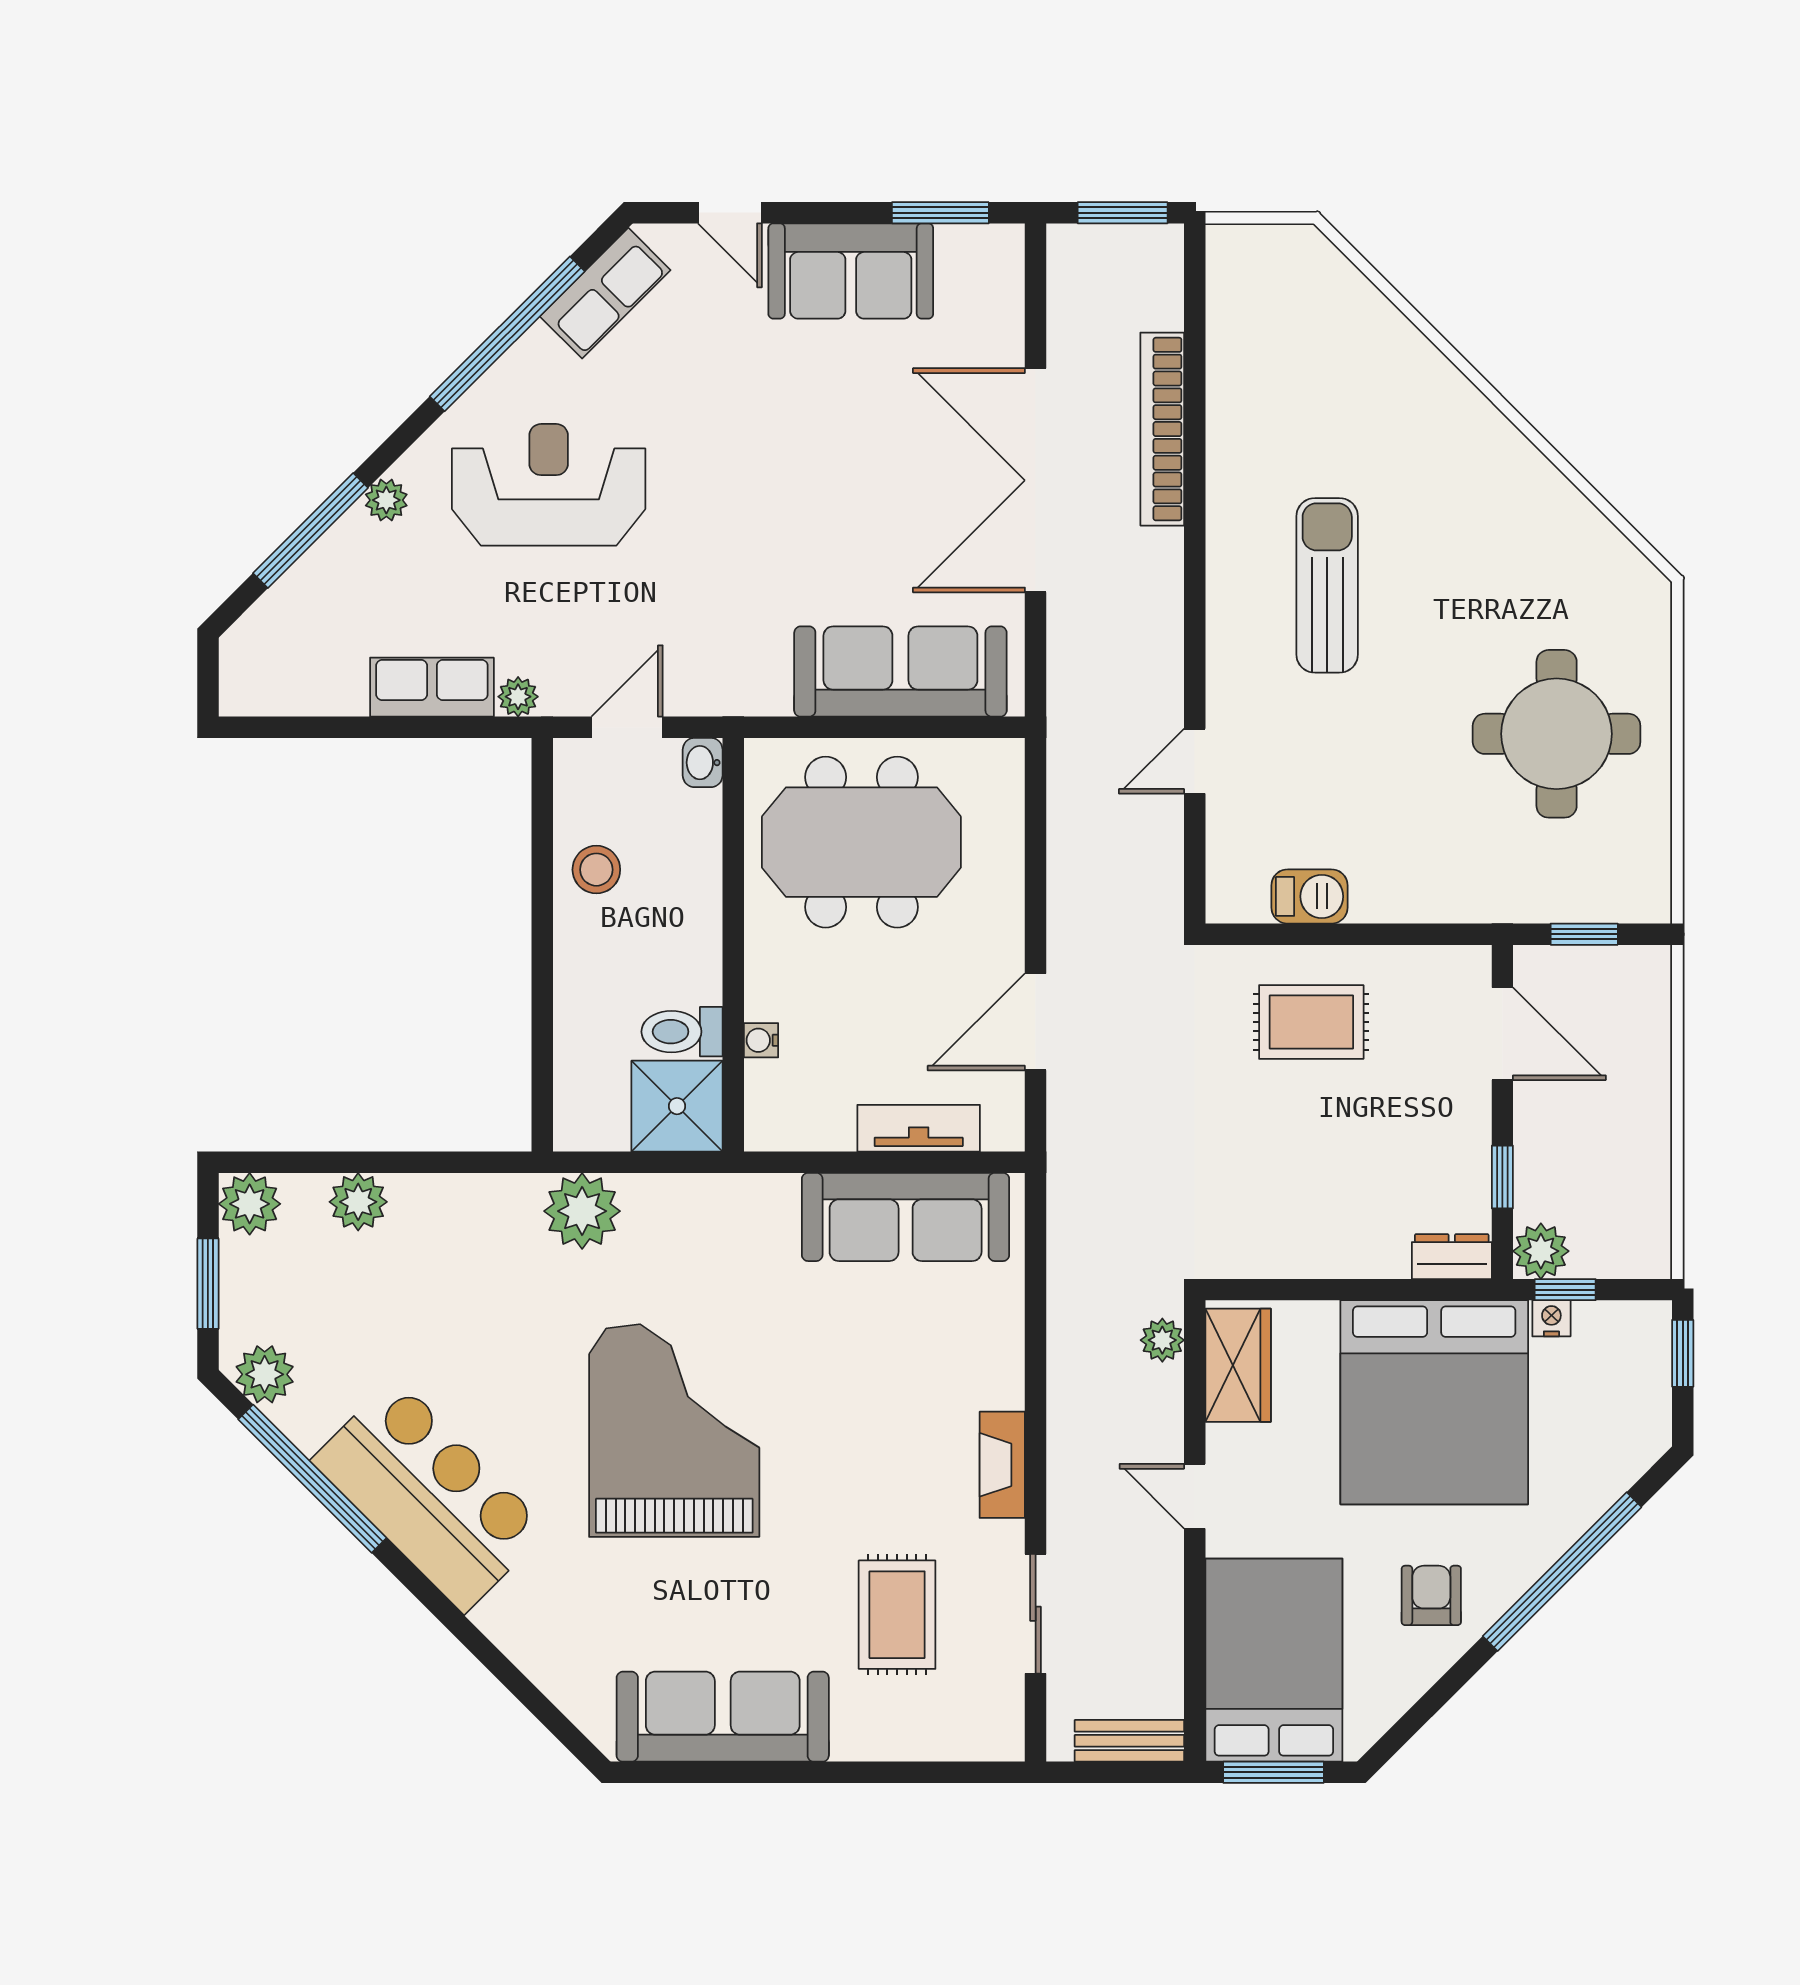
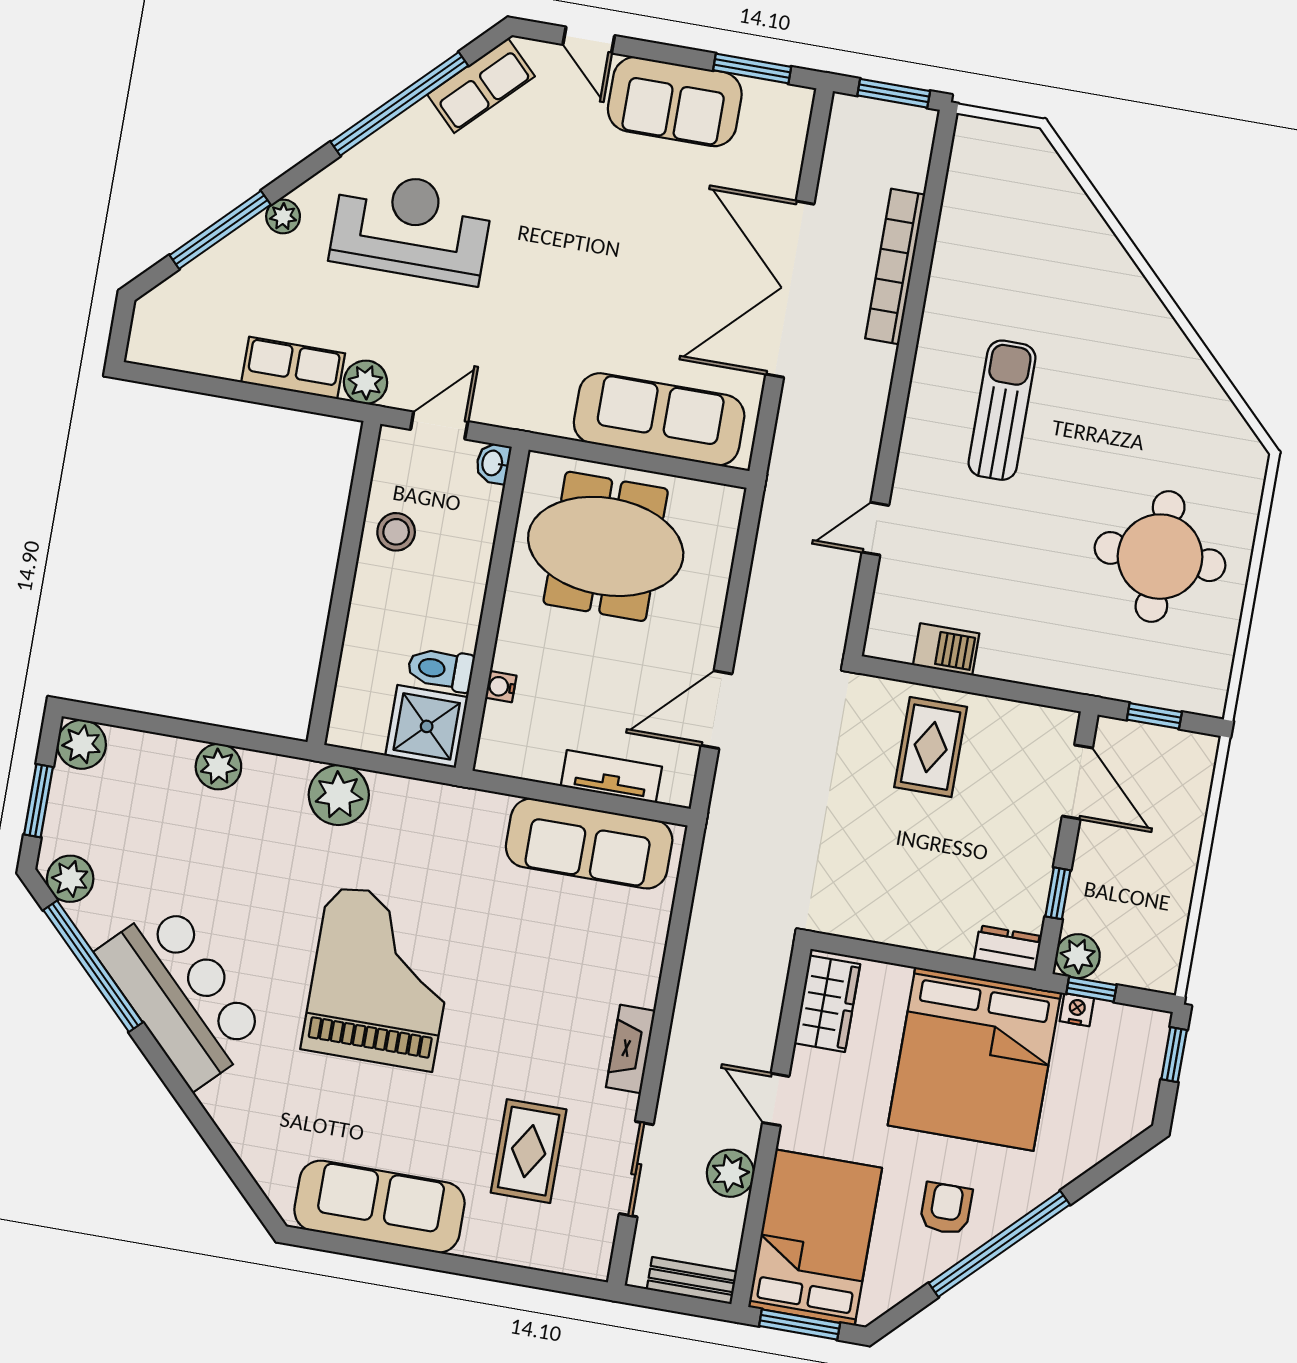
plant: (518, 697) -> (366, 382), width x1.38, depth x1.38
rug: (1311, 1022) -> (931, 747), turned 90
plant: (358, 1202) -> (218, 767), moved
plant: (1162, 1340) -> (730, 1173), moved, width x1.38, depth x1.38
window: (1562, 1572) -> (999, 1244), moved

